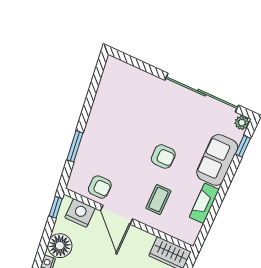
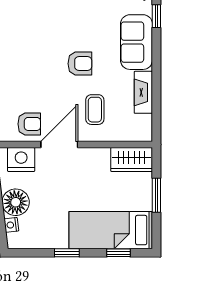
door: (117, 215) -> (59, 144), swing flipped

